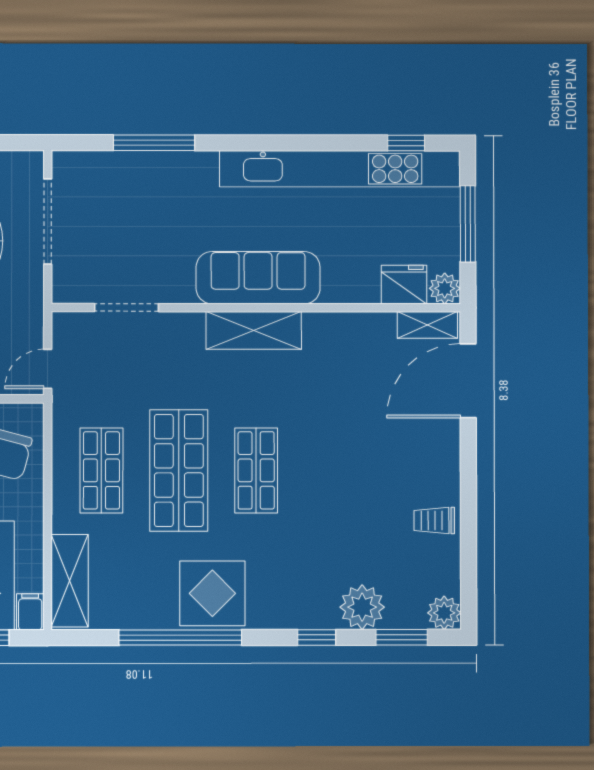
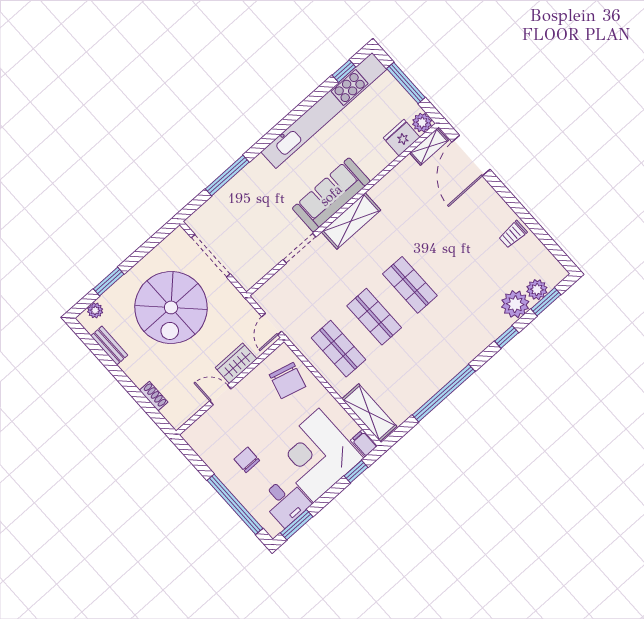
doorway: (127, 308) -> (299, 248), moved
shop shelf: (179, 470) -> (374, 317), width x0.70, depth x0.74
display table: (212, 593) -> (440, 360), removed
plant: (444, 613) -> (537, 290), moved

